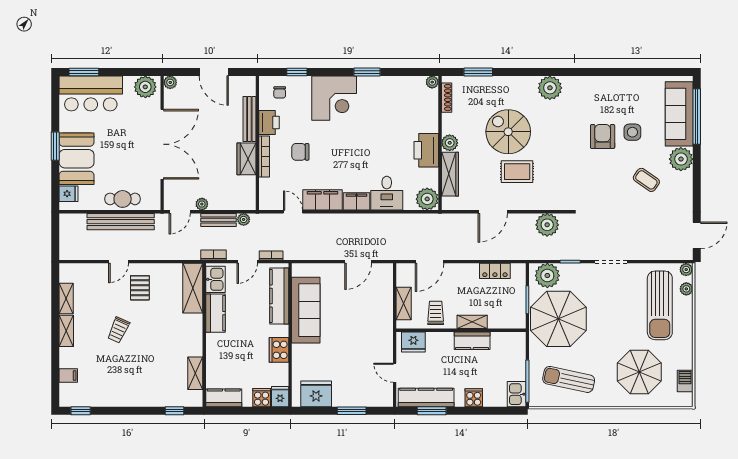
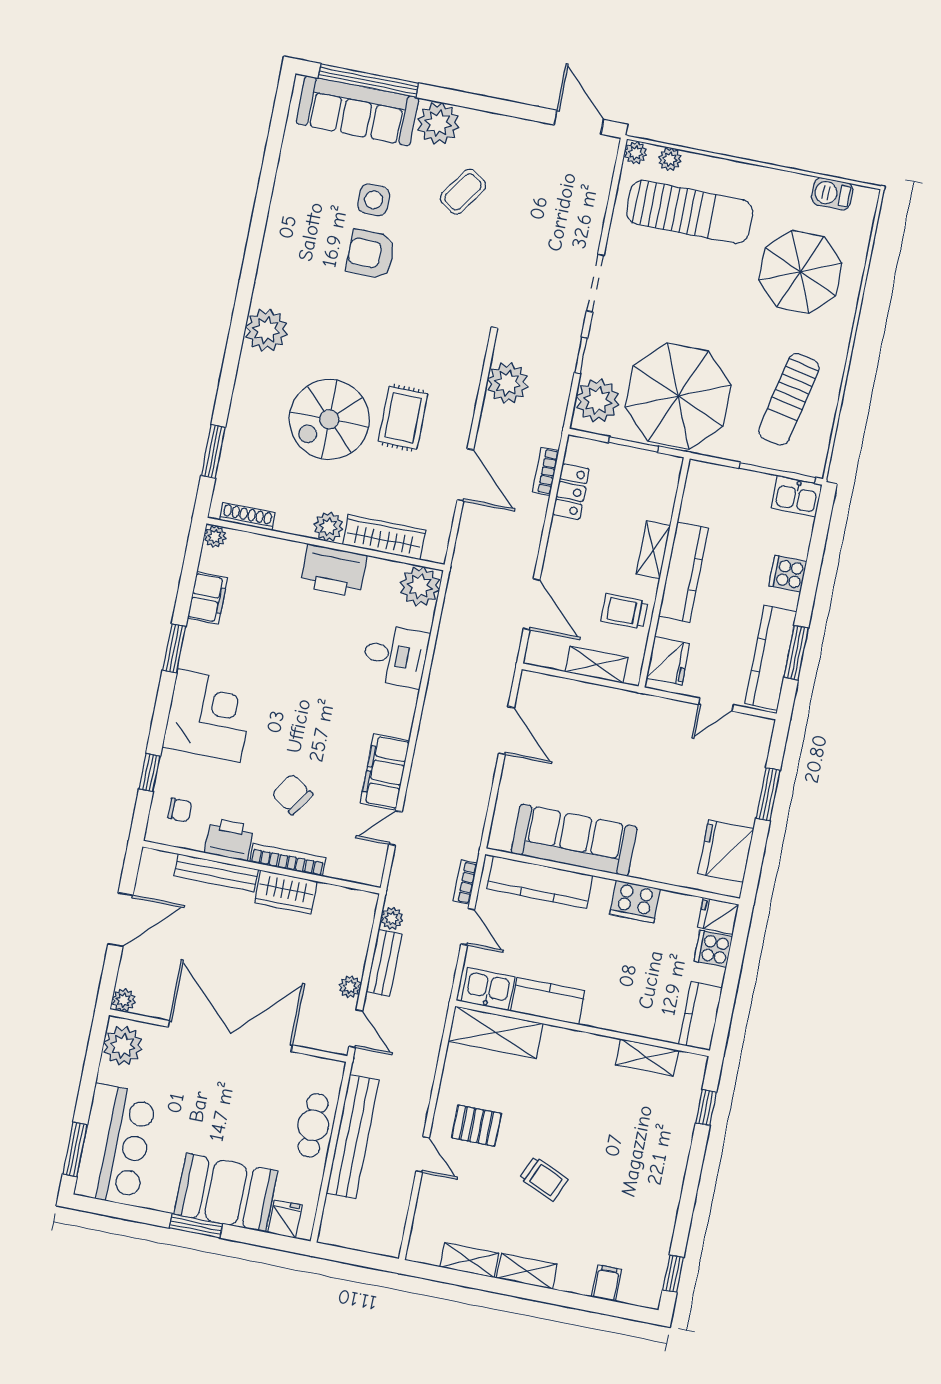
chair: (300, 152) -> (292, 794), turned 124
filing cabinet: (357, 201) -> (207, 598), moved, turned 180
bookcase: (214, 255) -> (546, 471), moved
kitchen counter: (472, 341) -> (683, 572), width x1.50

